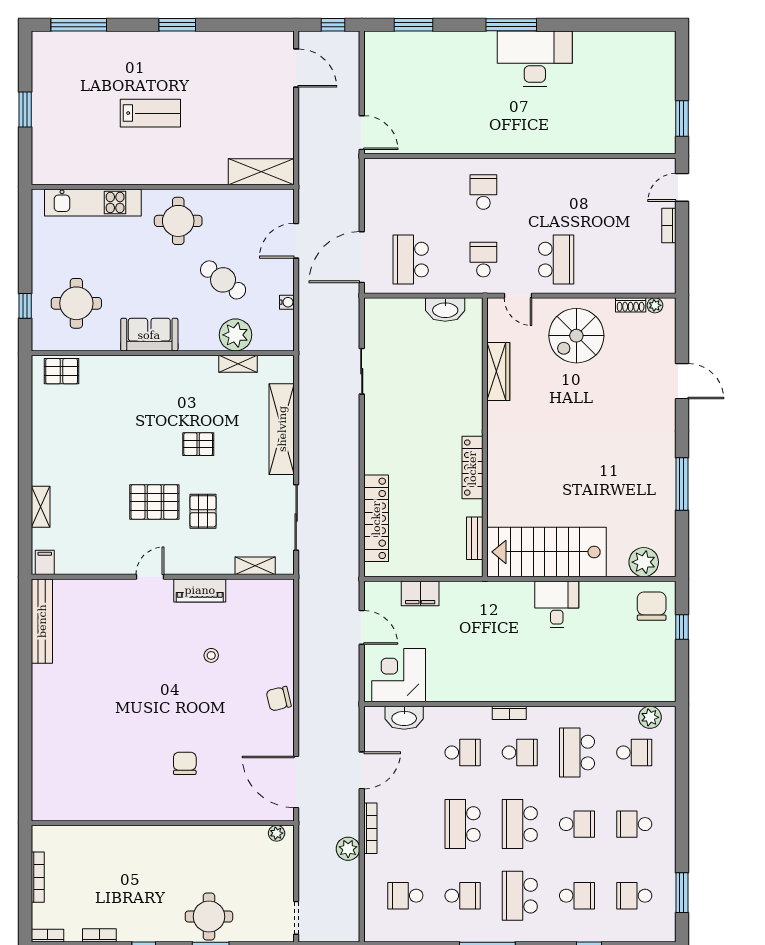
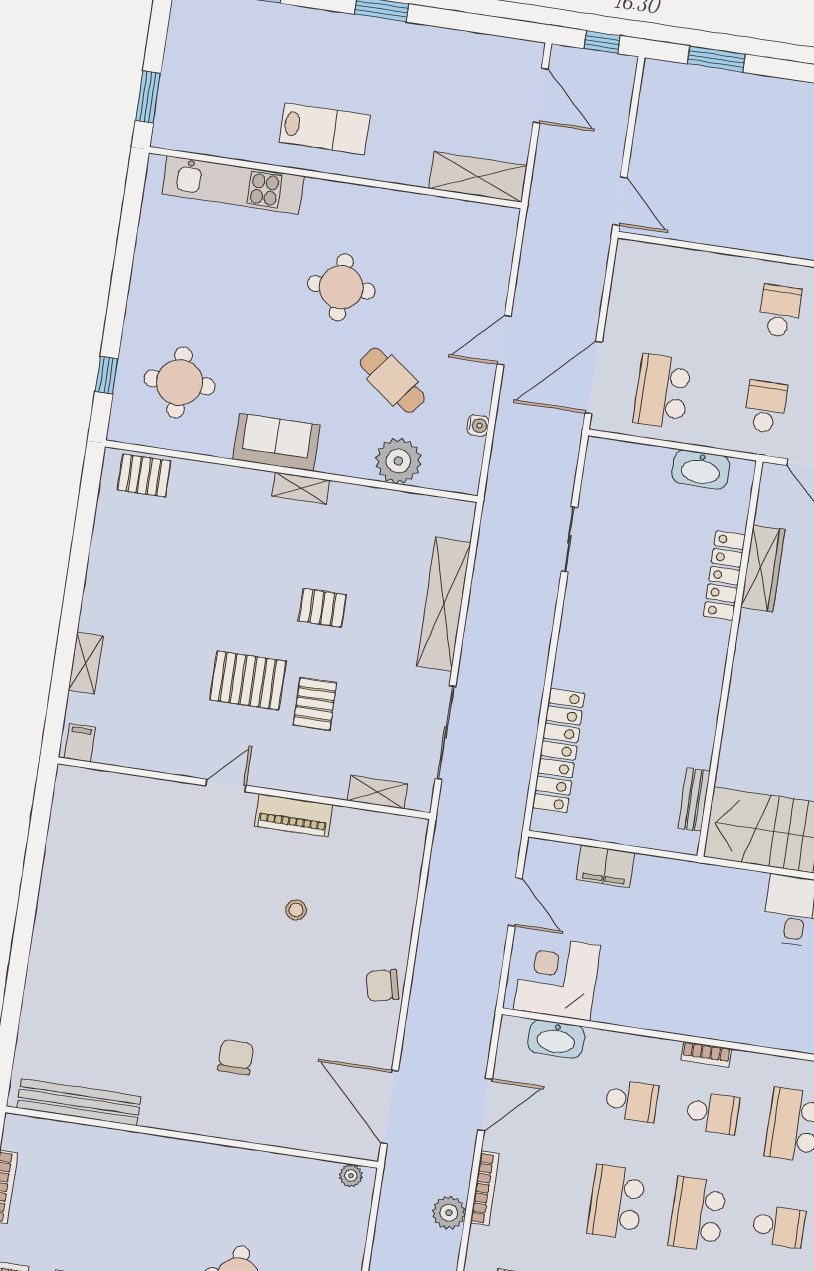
shelving: (261, 172) -> (478, 177), moved
wall: (163, 187) -> (335, 178), moved
kitchen unit: (93, 202) -> (233, 185), moved
shelving: (238, 364) -> (301, 488), moved
locker: (472, 468) -> (724, 576), moved
bench: (42, 621) -> (79, 1102), moved, turned 90

